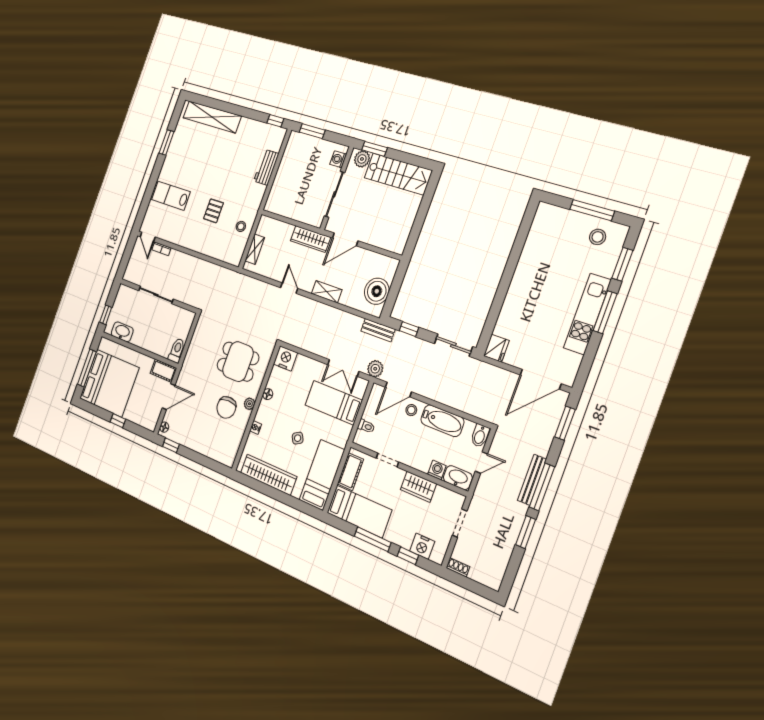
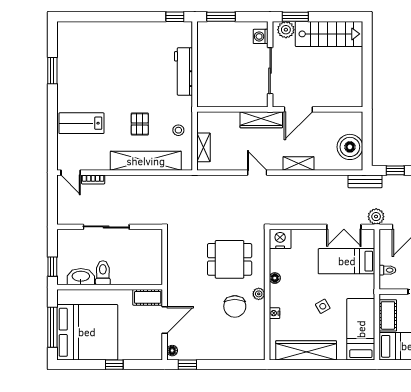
shelving: (212, 117) -> (146, 161), moved
workbench: (266, 167) -> (184, 71), width x1.38
toilet: (177, 351) -> (103, 273), moved

